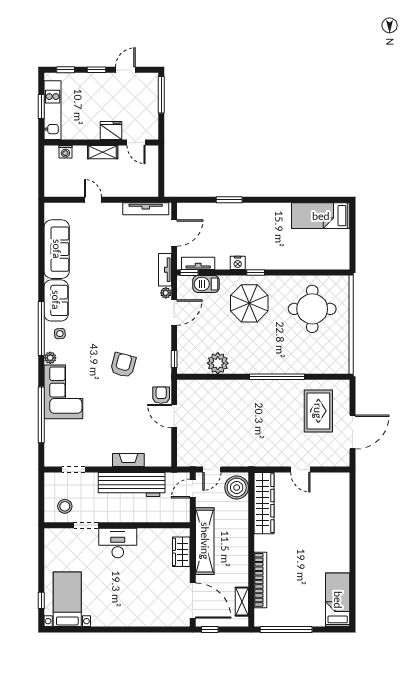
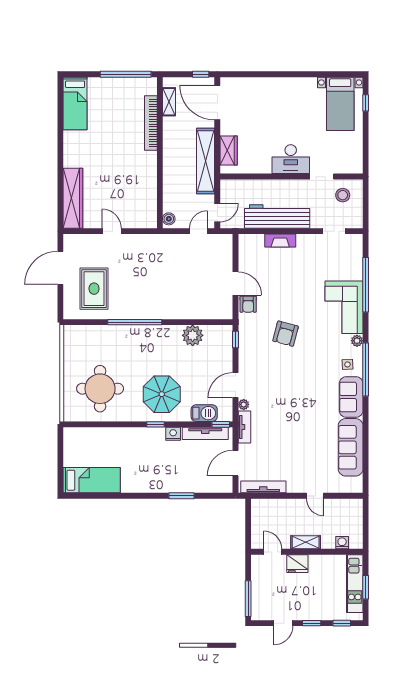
tv unit: (198, 263) -> (205, 433), width x1.41
boiler: (237, 488) -> (169, 219), width x0.54, depth x0.54
wardrobe: (264, 503) -> (73, 198), moved, turned 180

